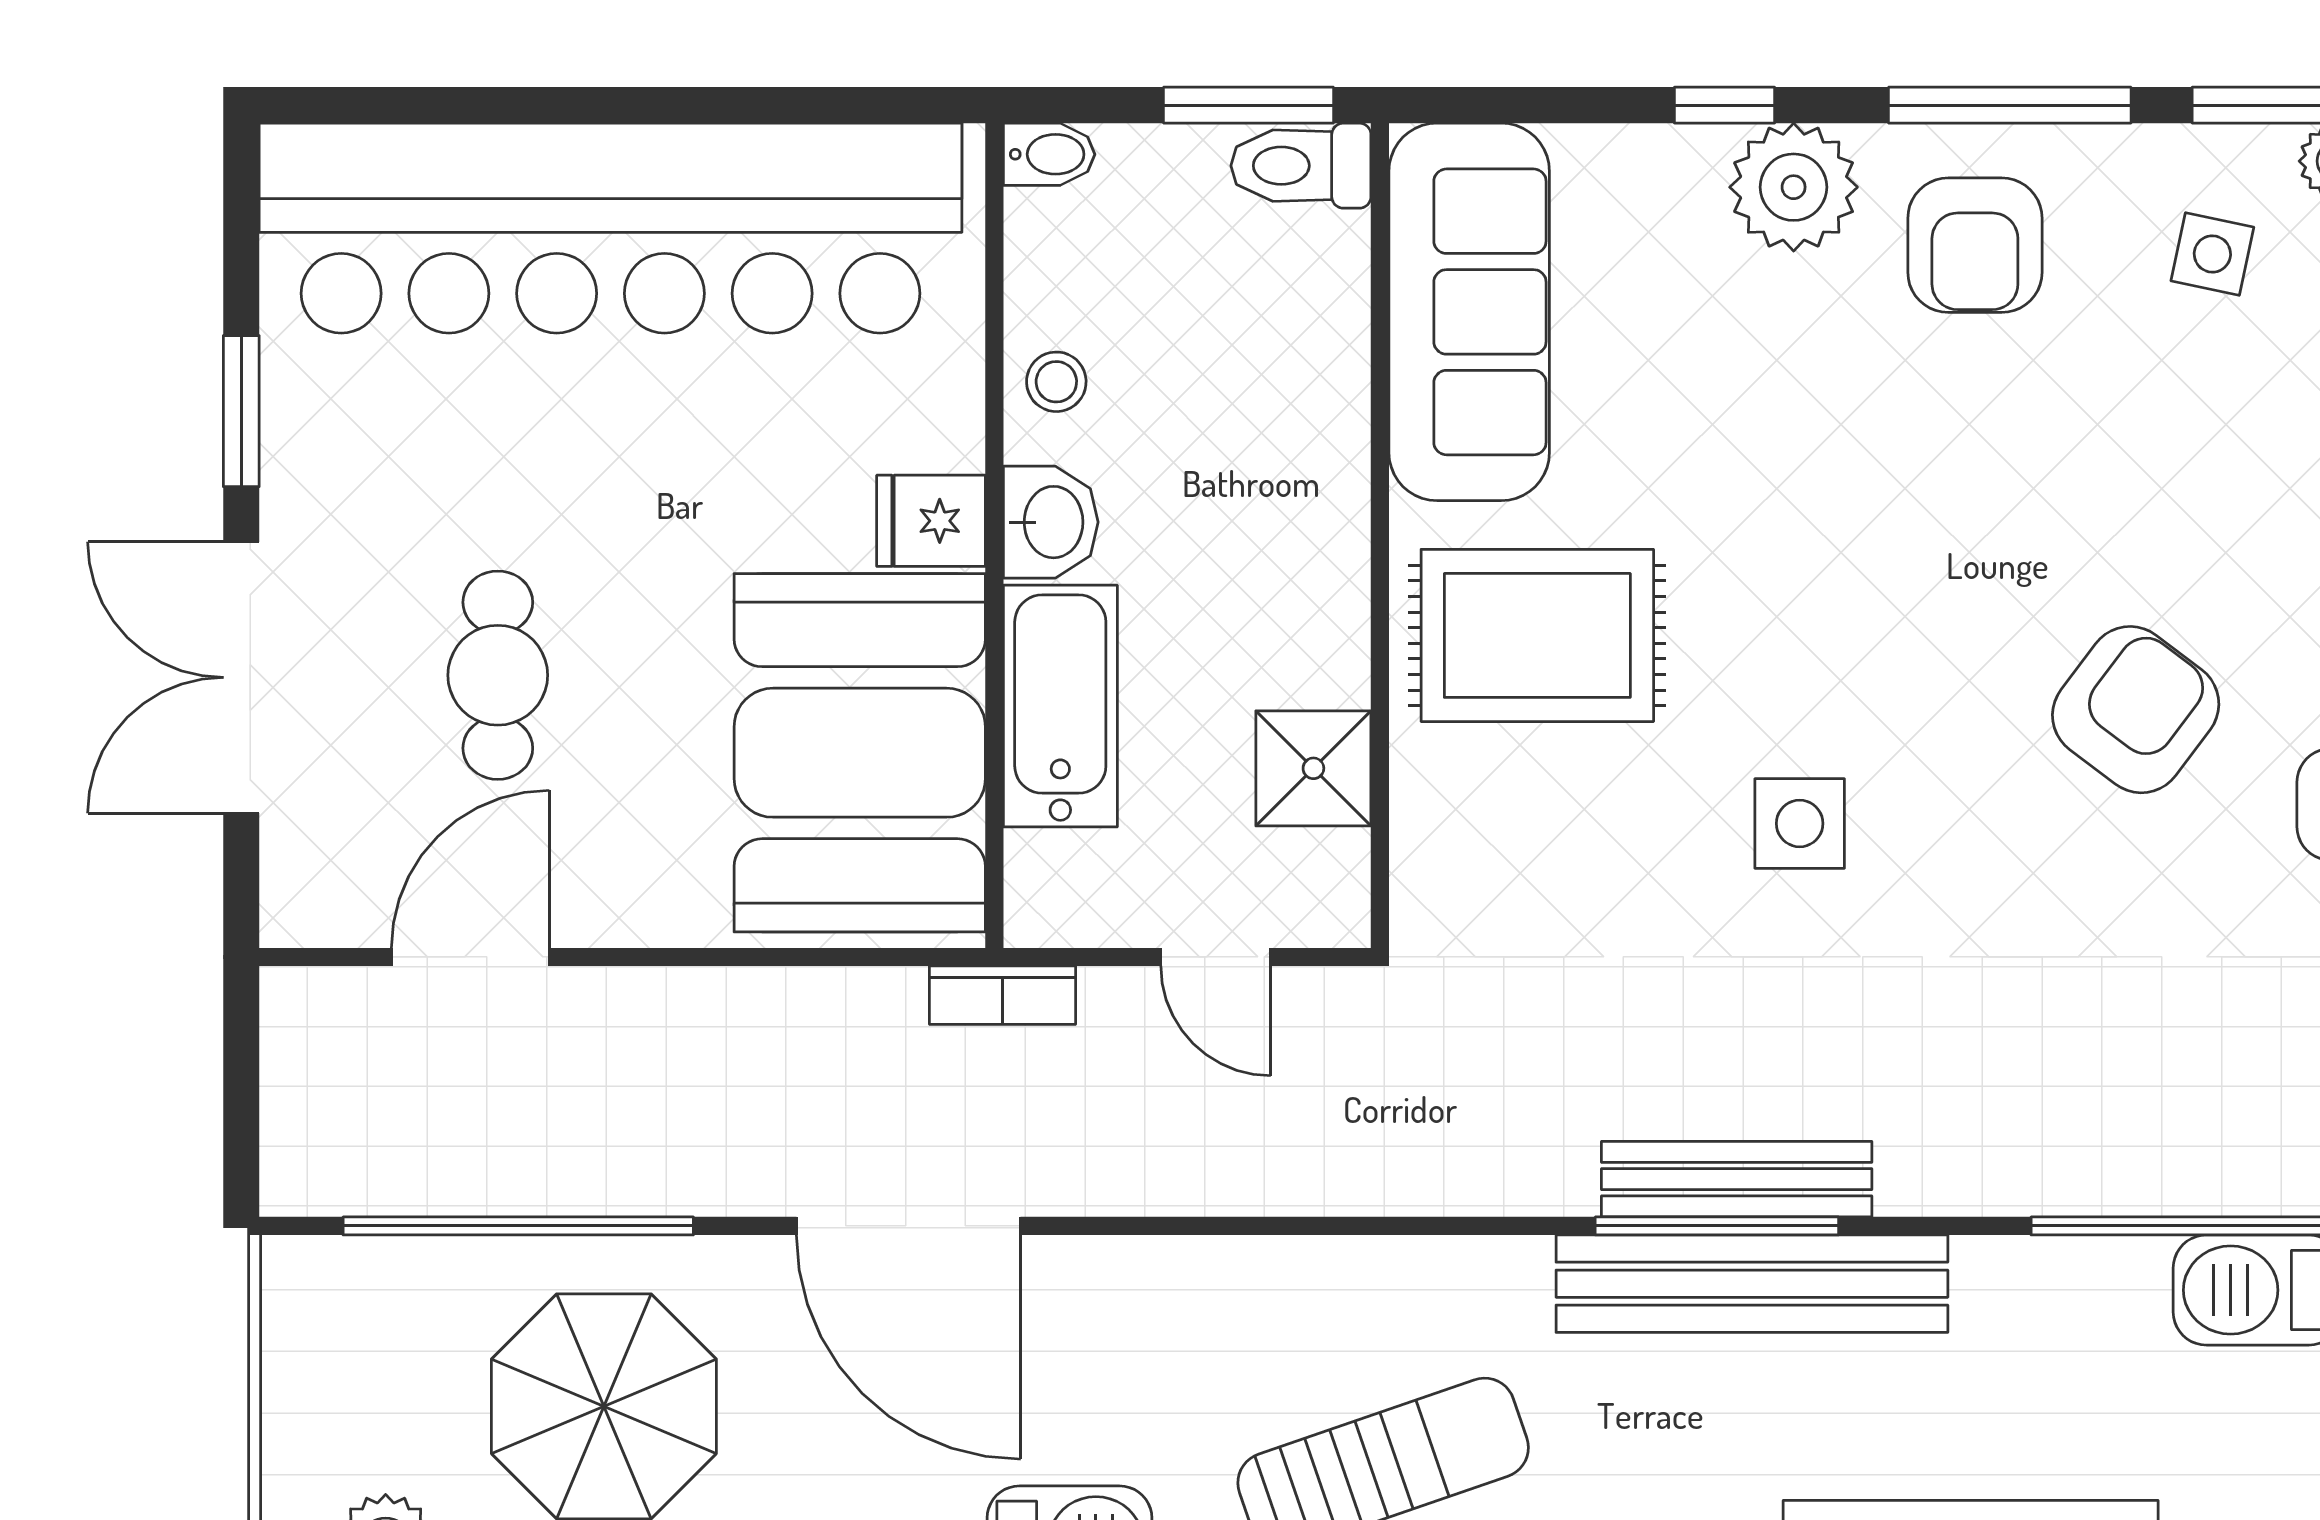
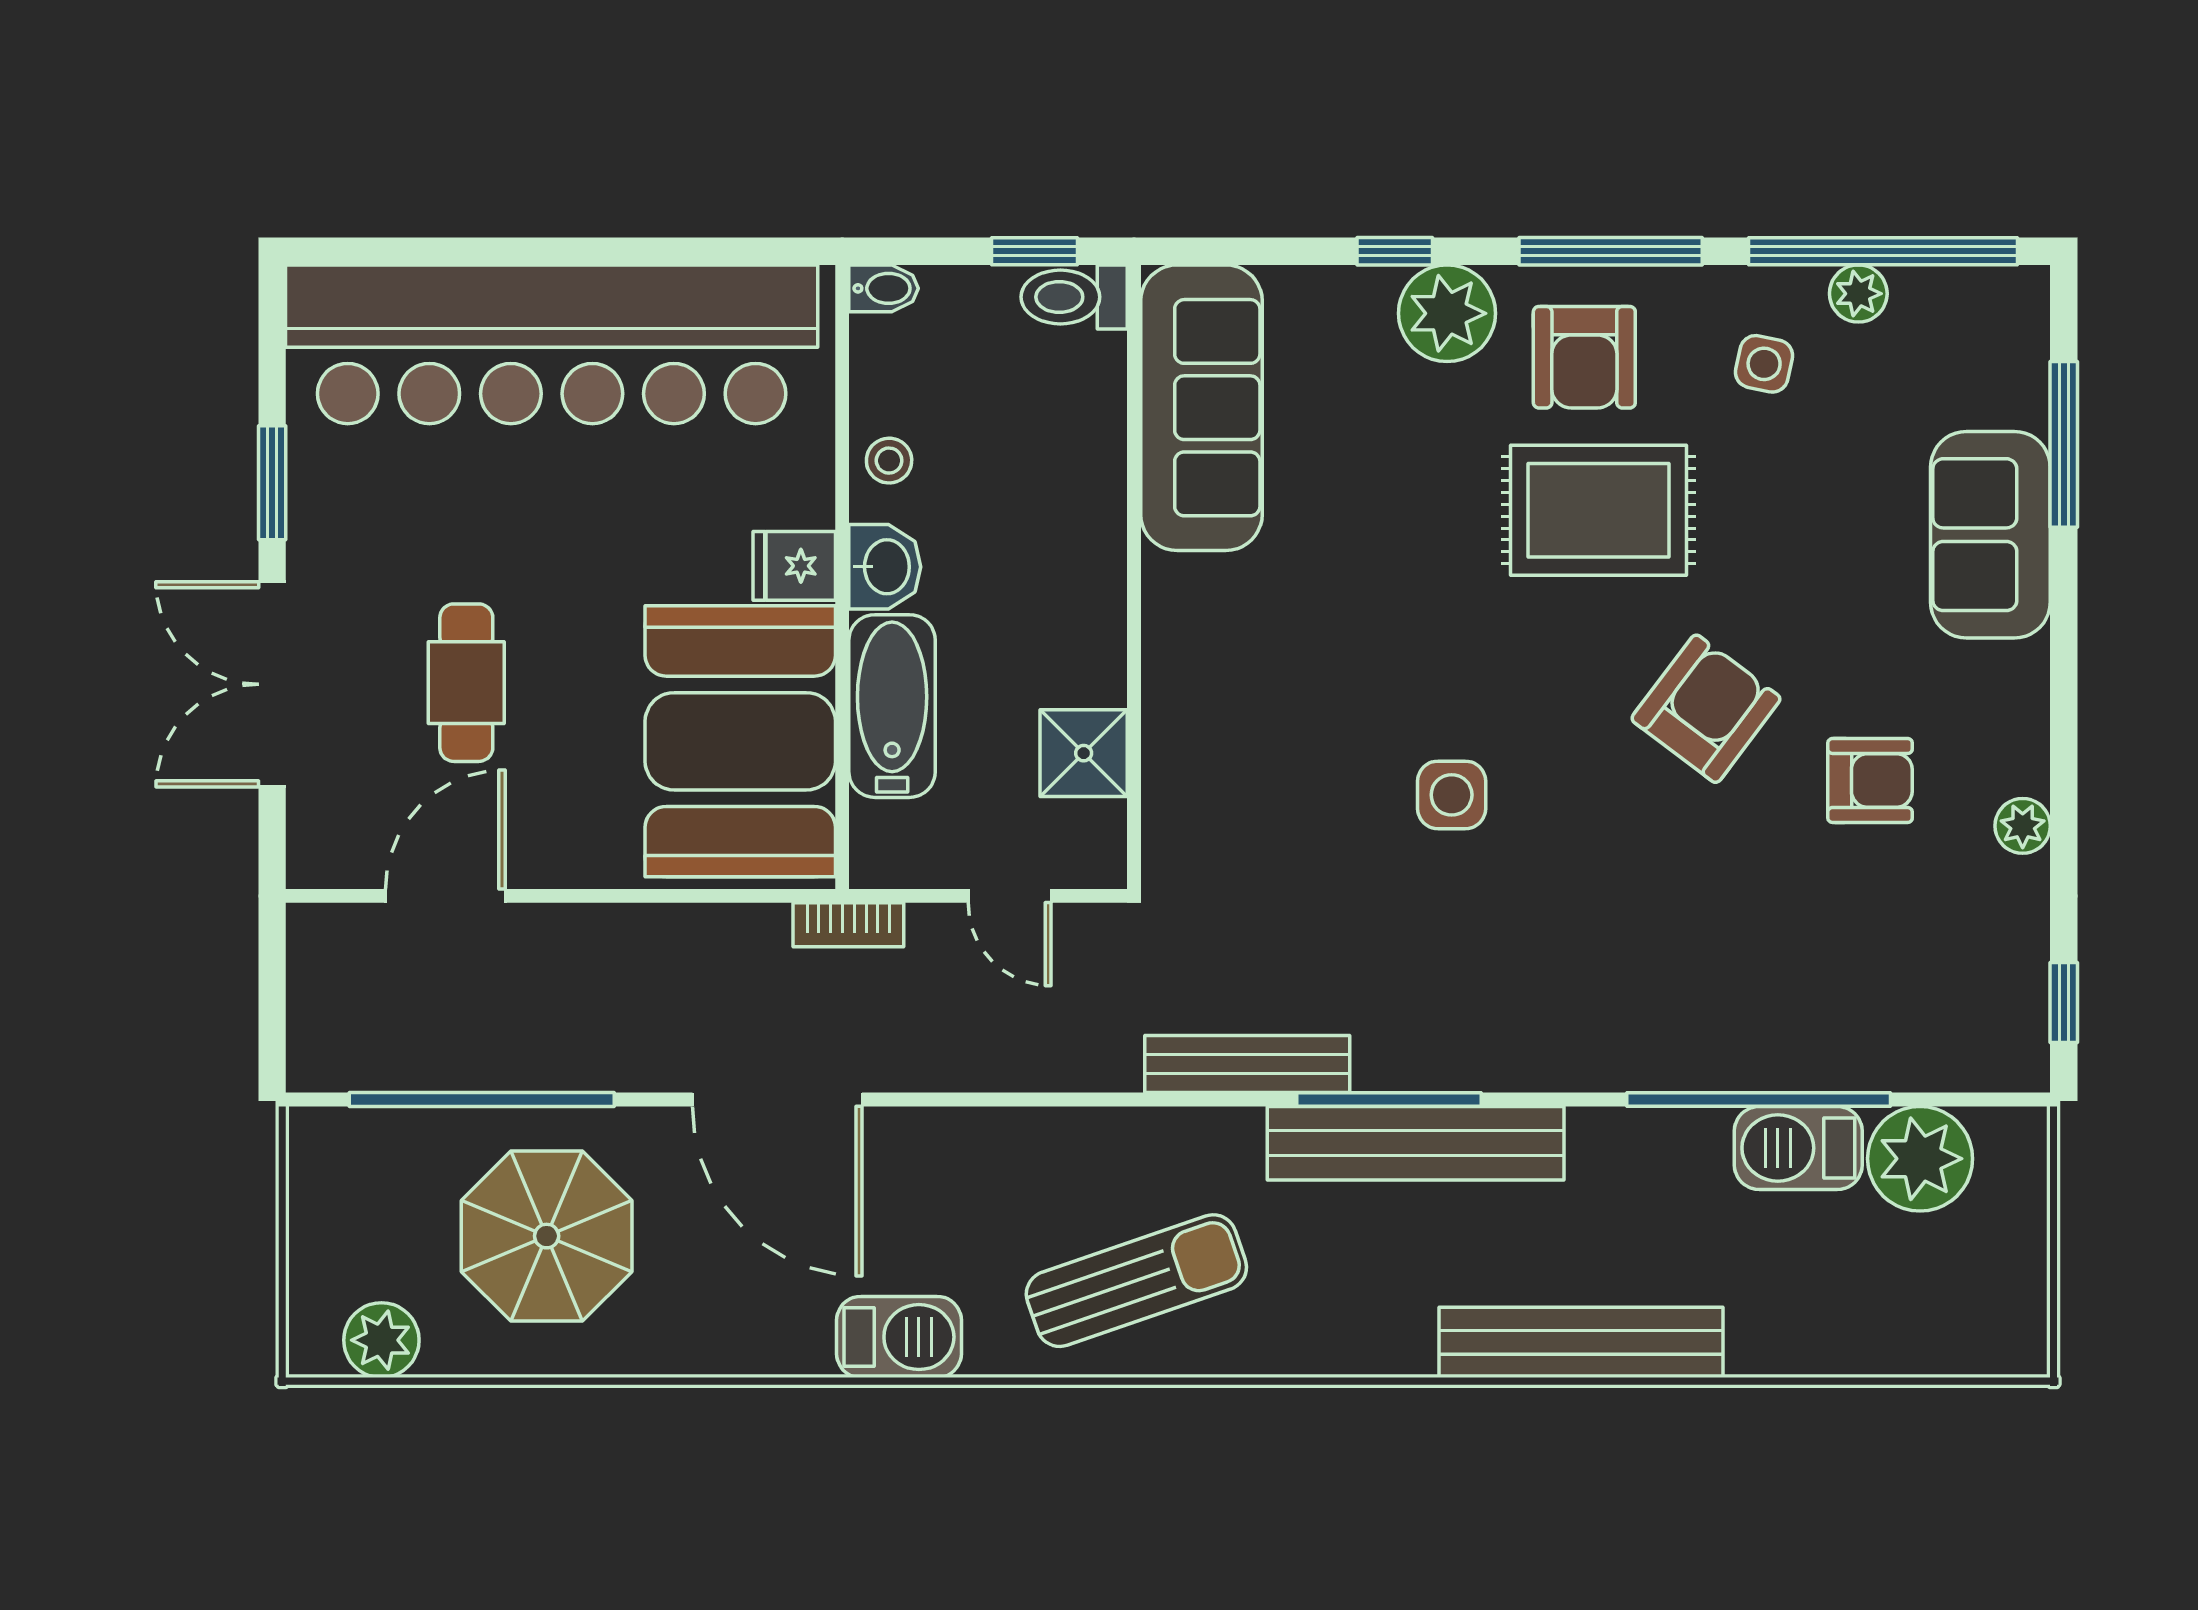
window: (1248, 105) -> (1034, 251), width x0.67
rug: (1537, 635) -> (1598, 510), moved
bench: (1737, 1179) -> (1247, 1064), moved

